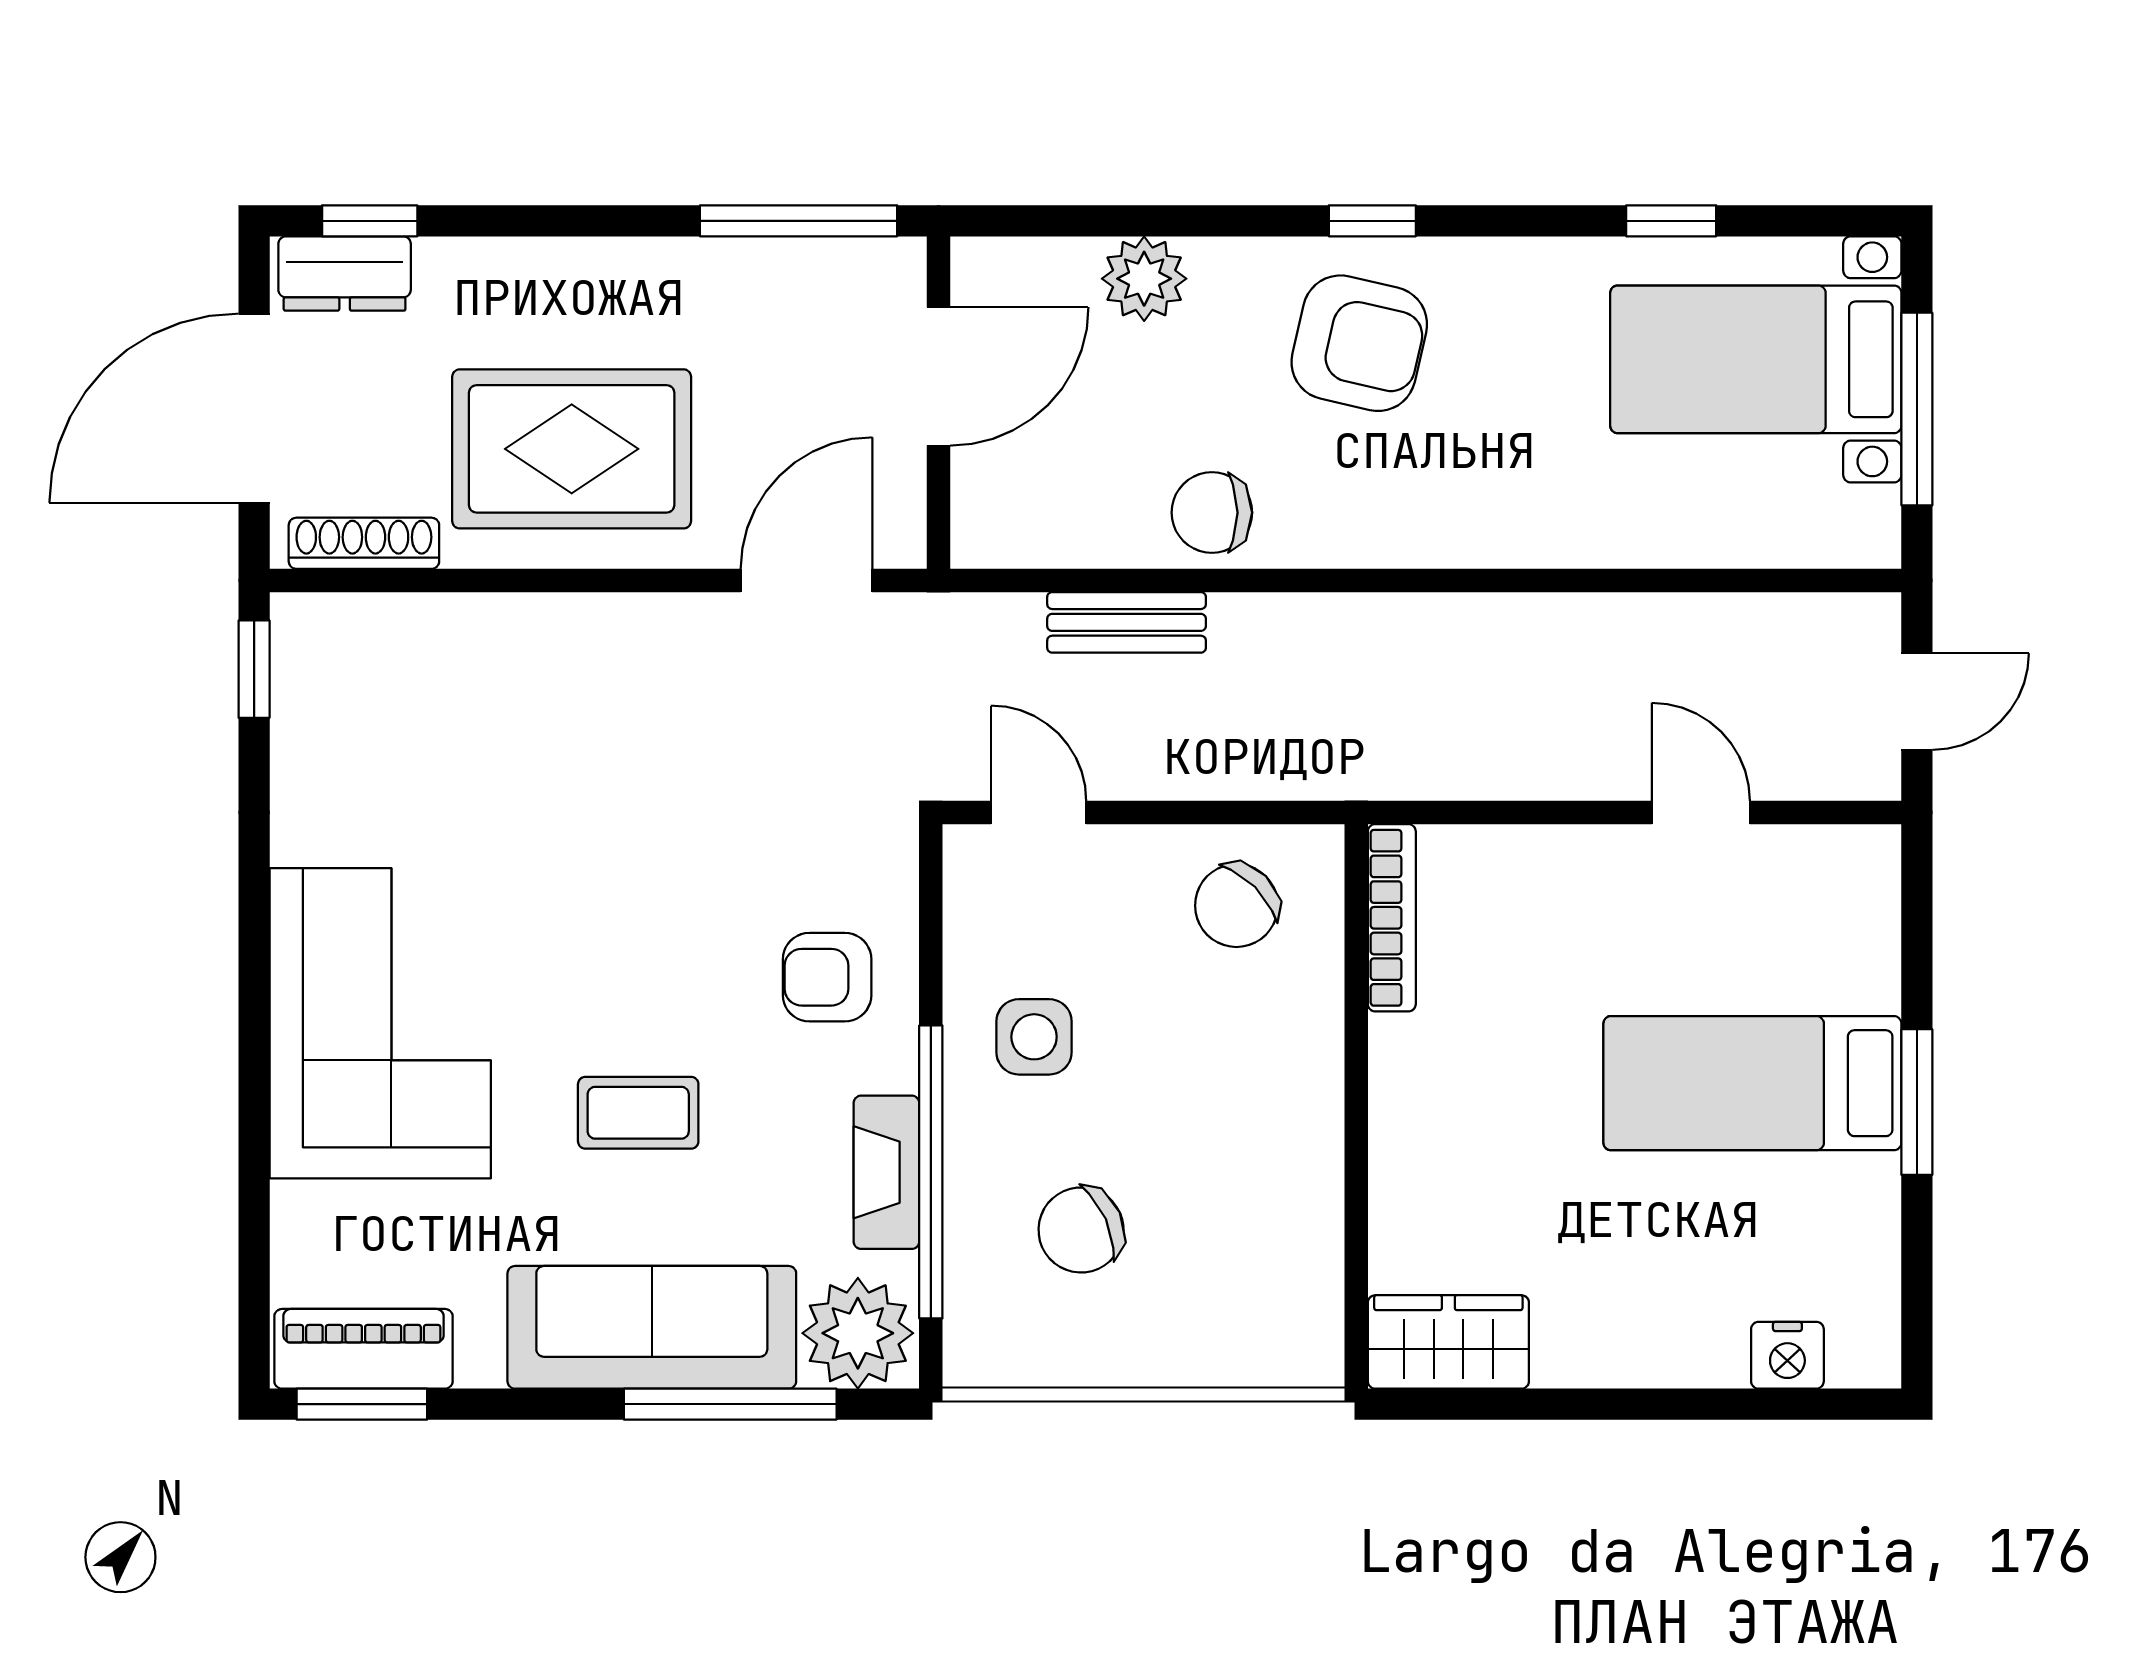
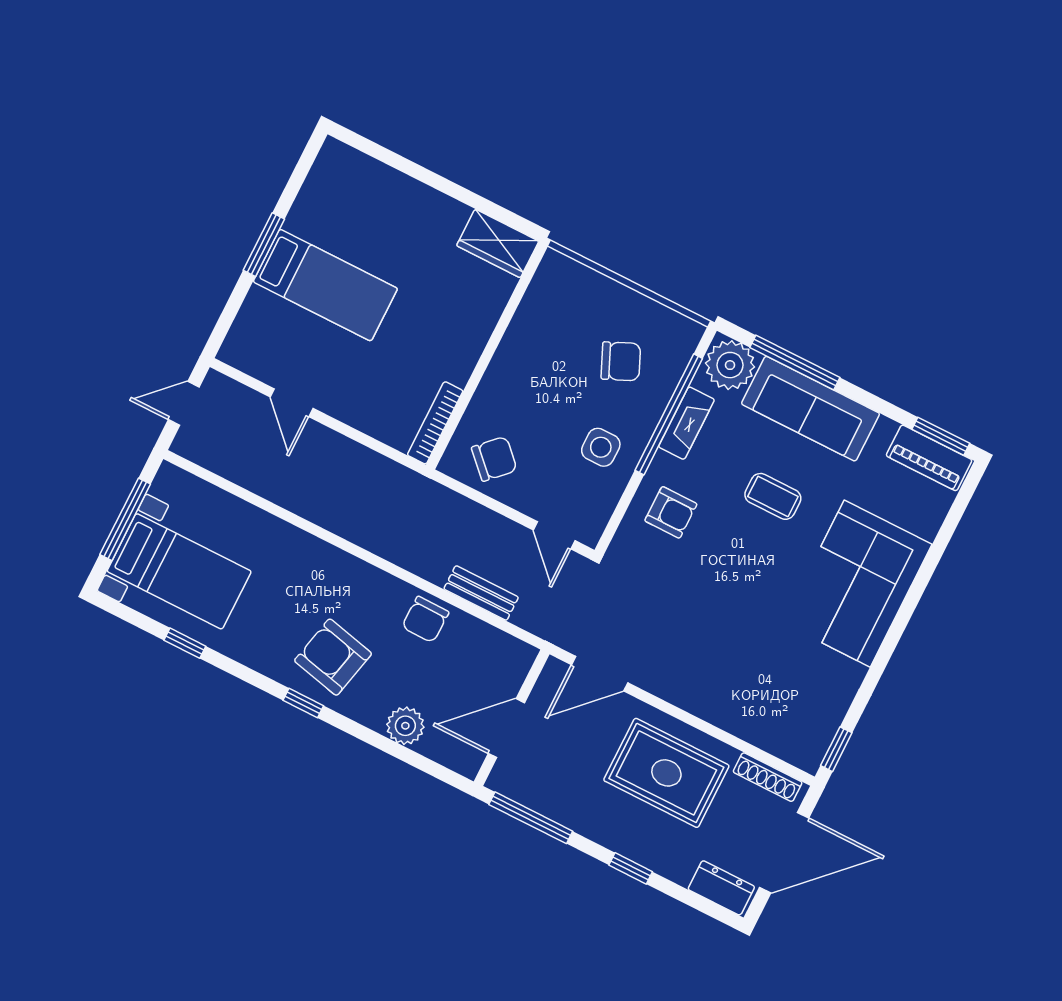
window: (370, 221) -> (631, 868), moved
chair: (1212, 513) -> (425, 619), turned 91
nightstand: (1787, 1355) -> (366, 170), removed

